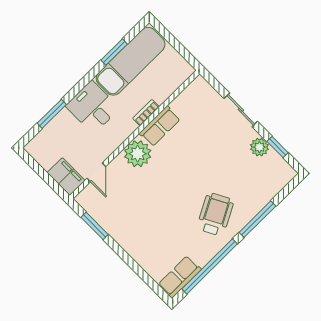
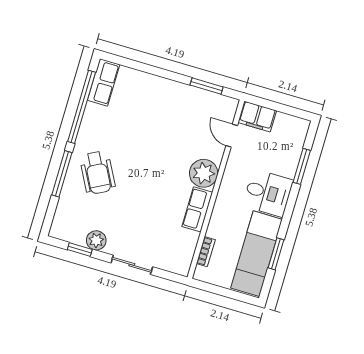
bookcase: (146, 113) -> (206, 252), moved
wheelchair: (215, 214) -> (98, 173), moved

